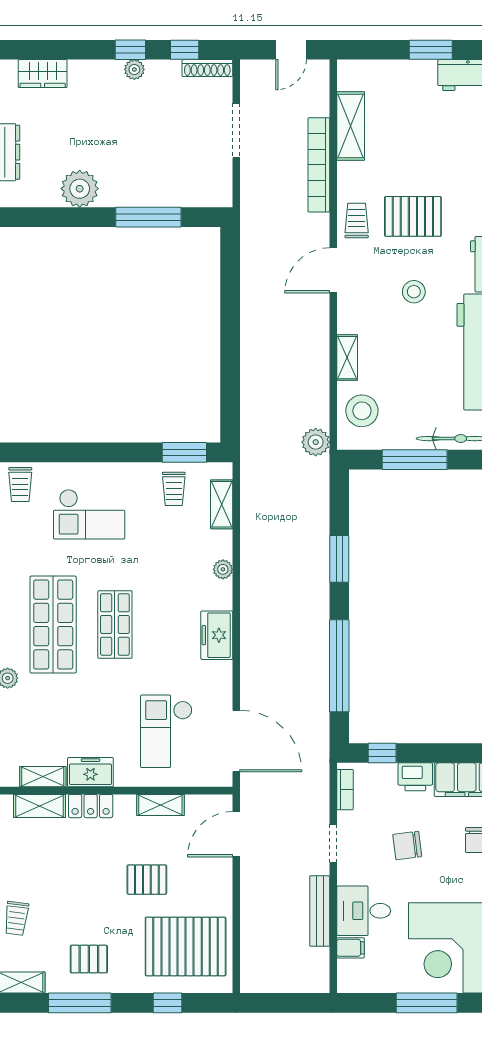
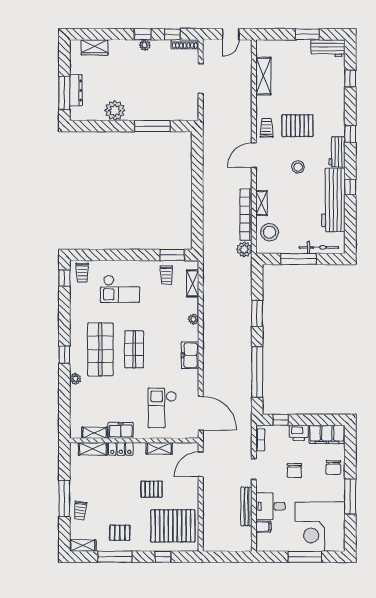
bookcase: (319, 165) -> (246, 215), moved
chair: (407, 846) -> (294, 471), turned -83

